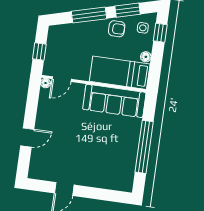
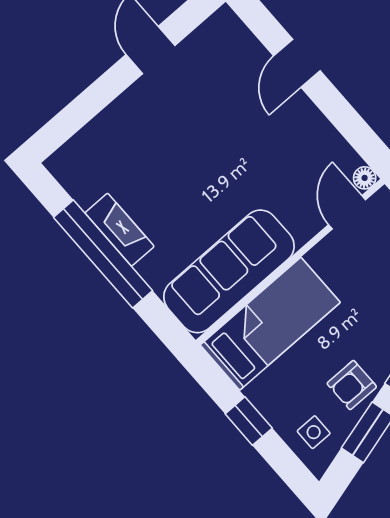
window: (160, 33) -> (249, 421), moved
floor lamp: (146, 57) -> (258, 394), removed
fireplace: (132, 148) -> (120, 230), added

